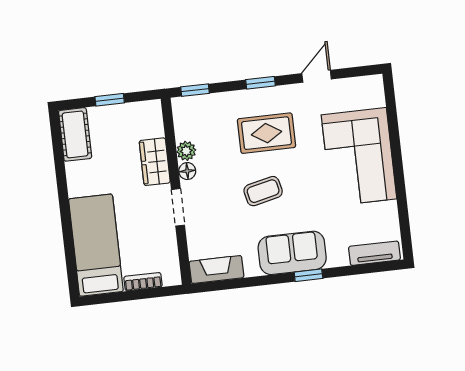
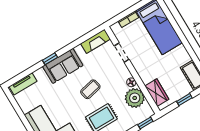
plant: (186, 151) -> (135, 98), width x1.87, depth x1.87
wardrobe: (155, 162) -> (157, 93), moved
doorway: (178, 207) -> (122, 53), moved

